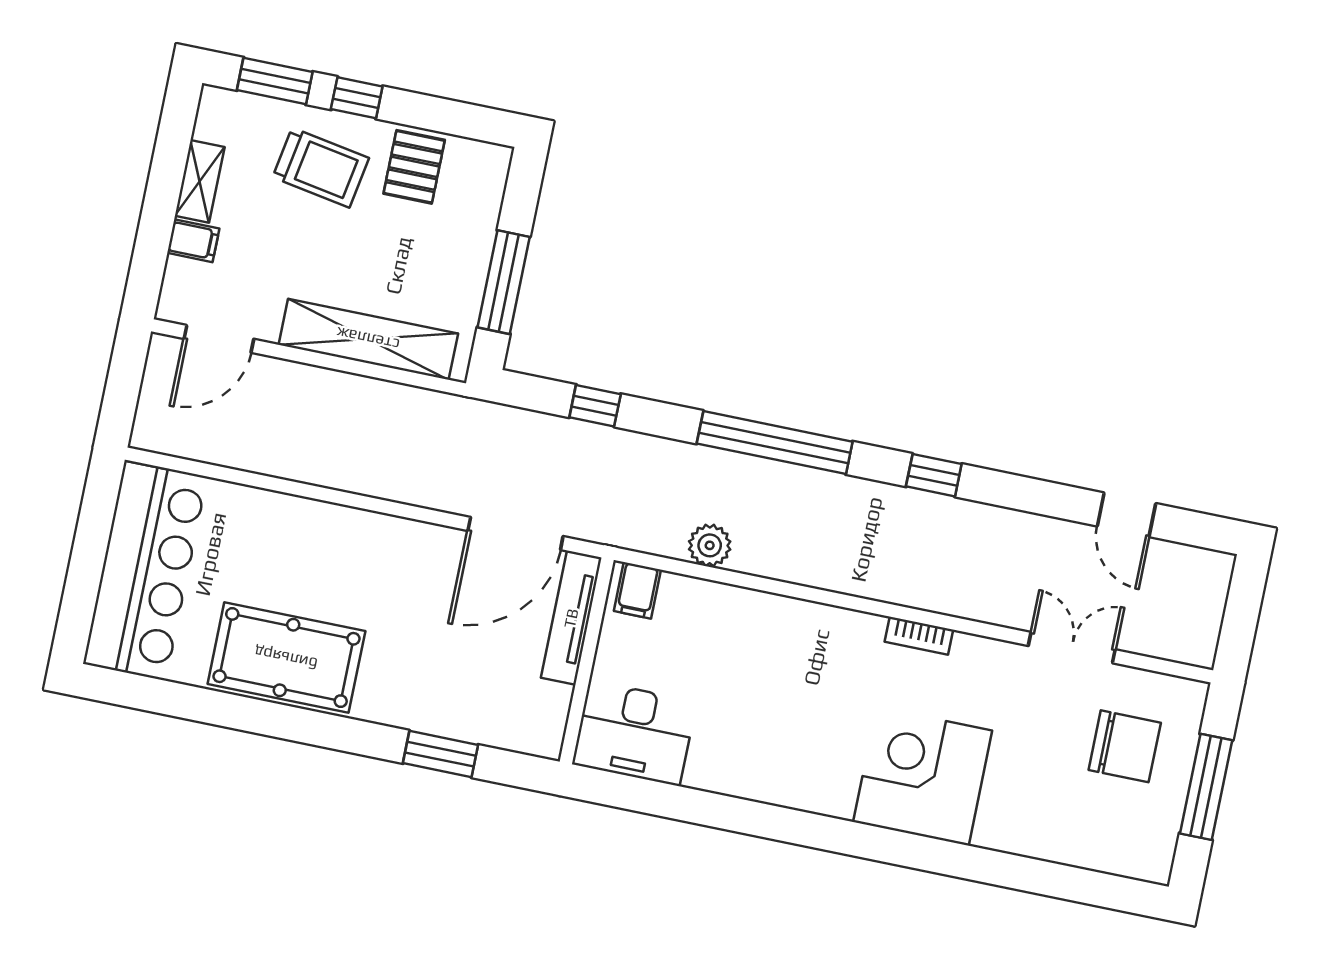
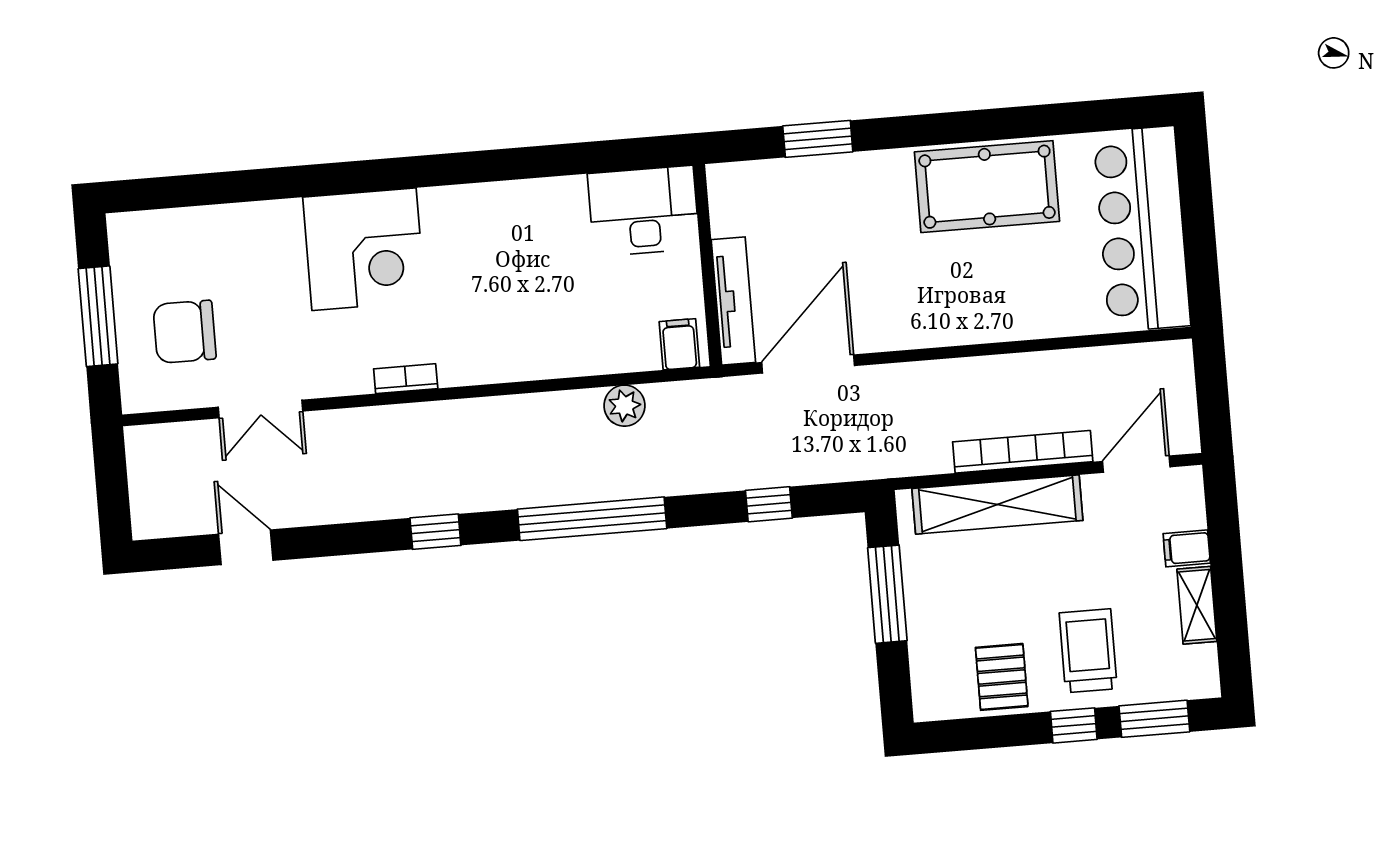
trolley: (321, 168) -> (1088, 651), turned 80
bookcase: (328, 384) -> (1023, 452), added

